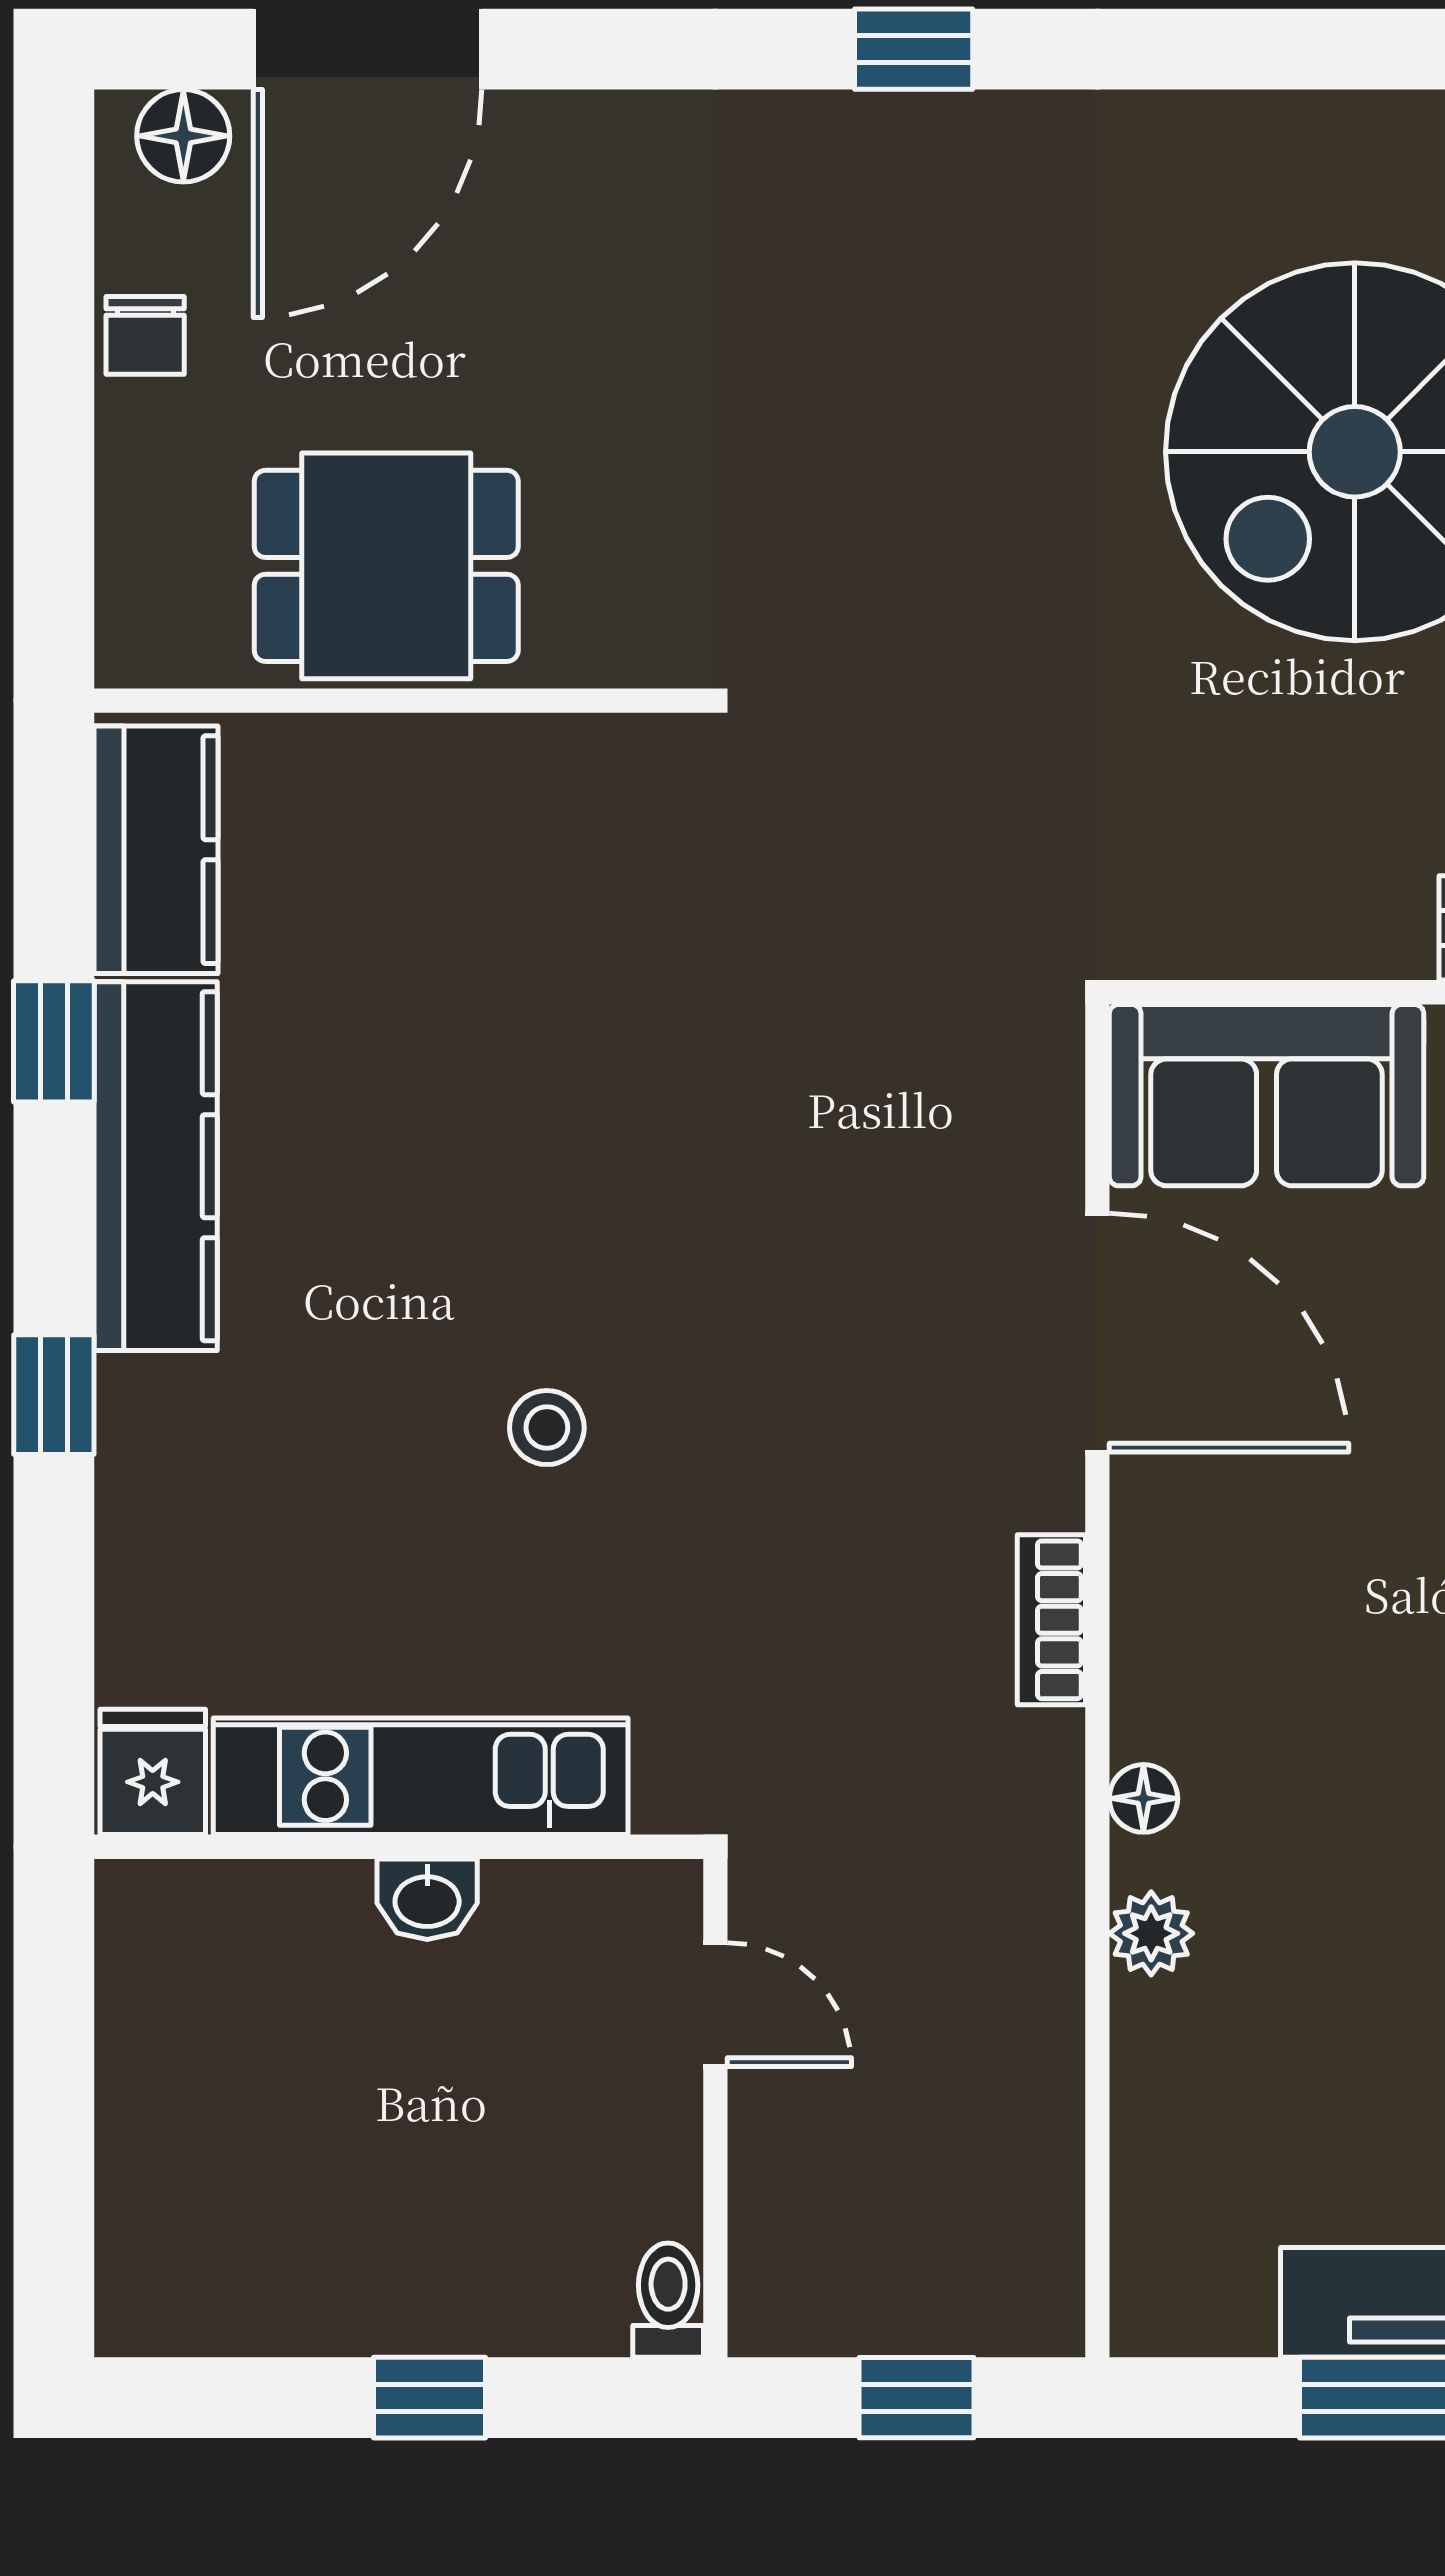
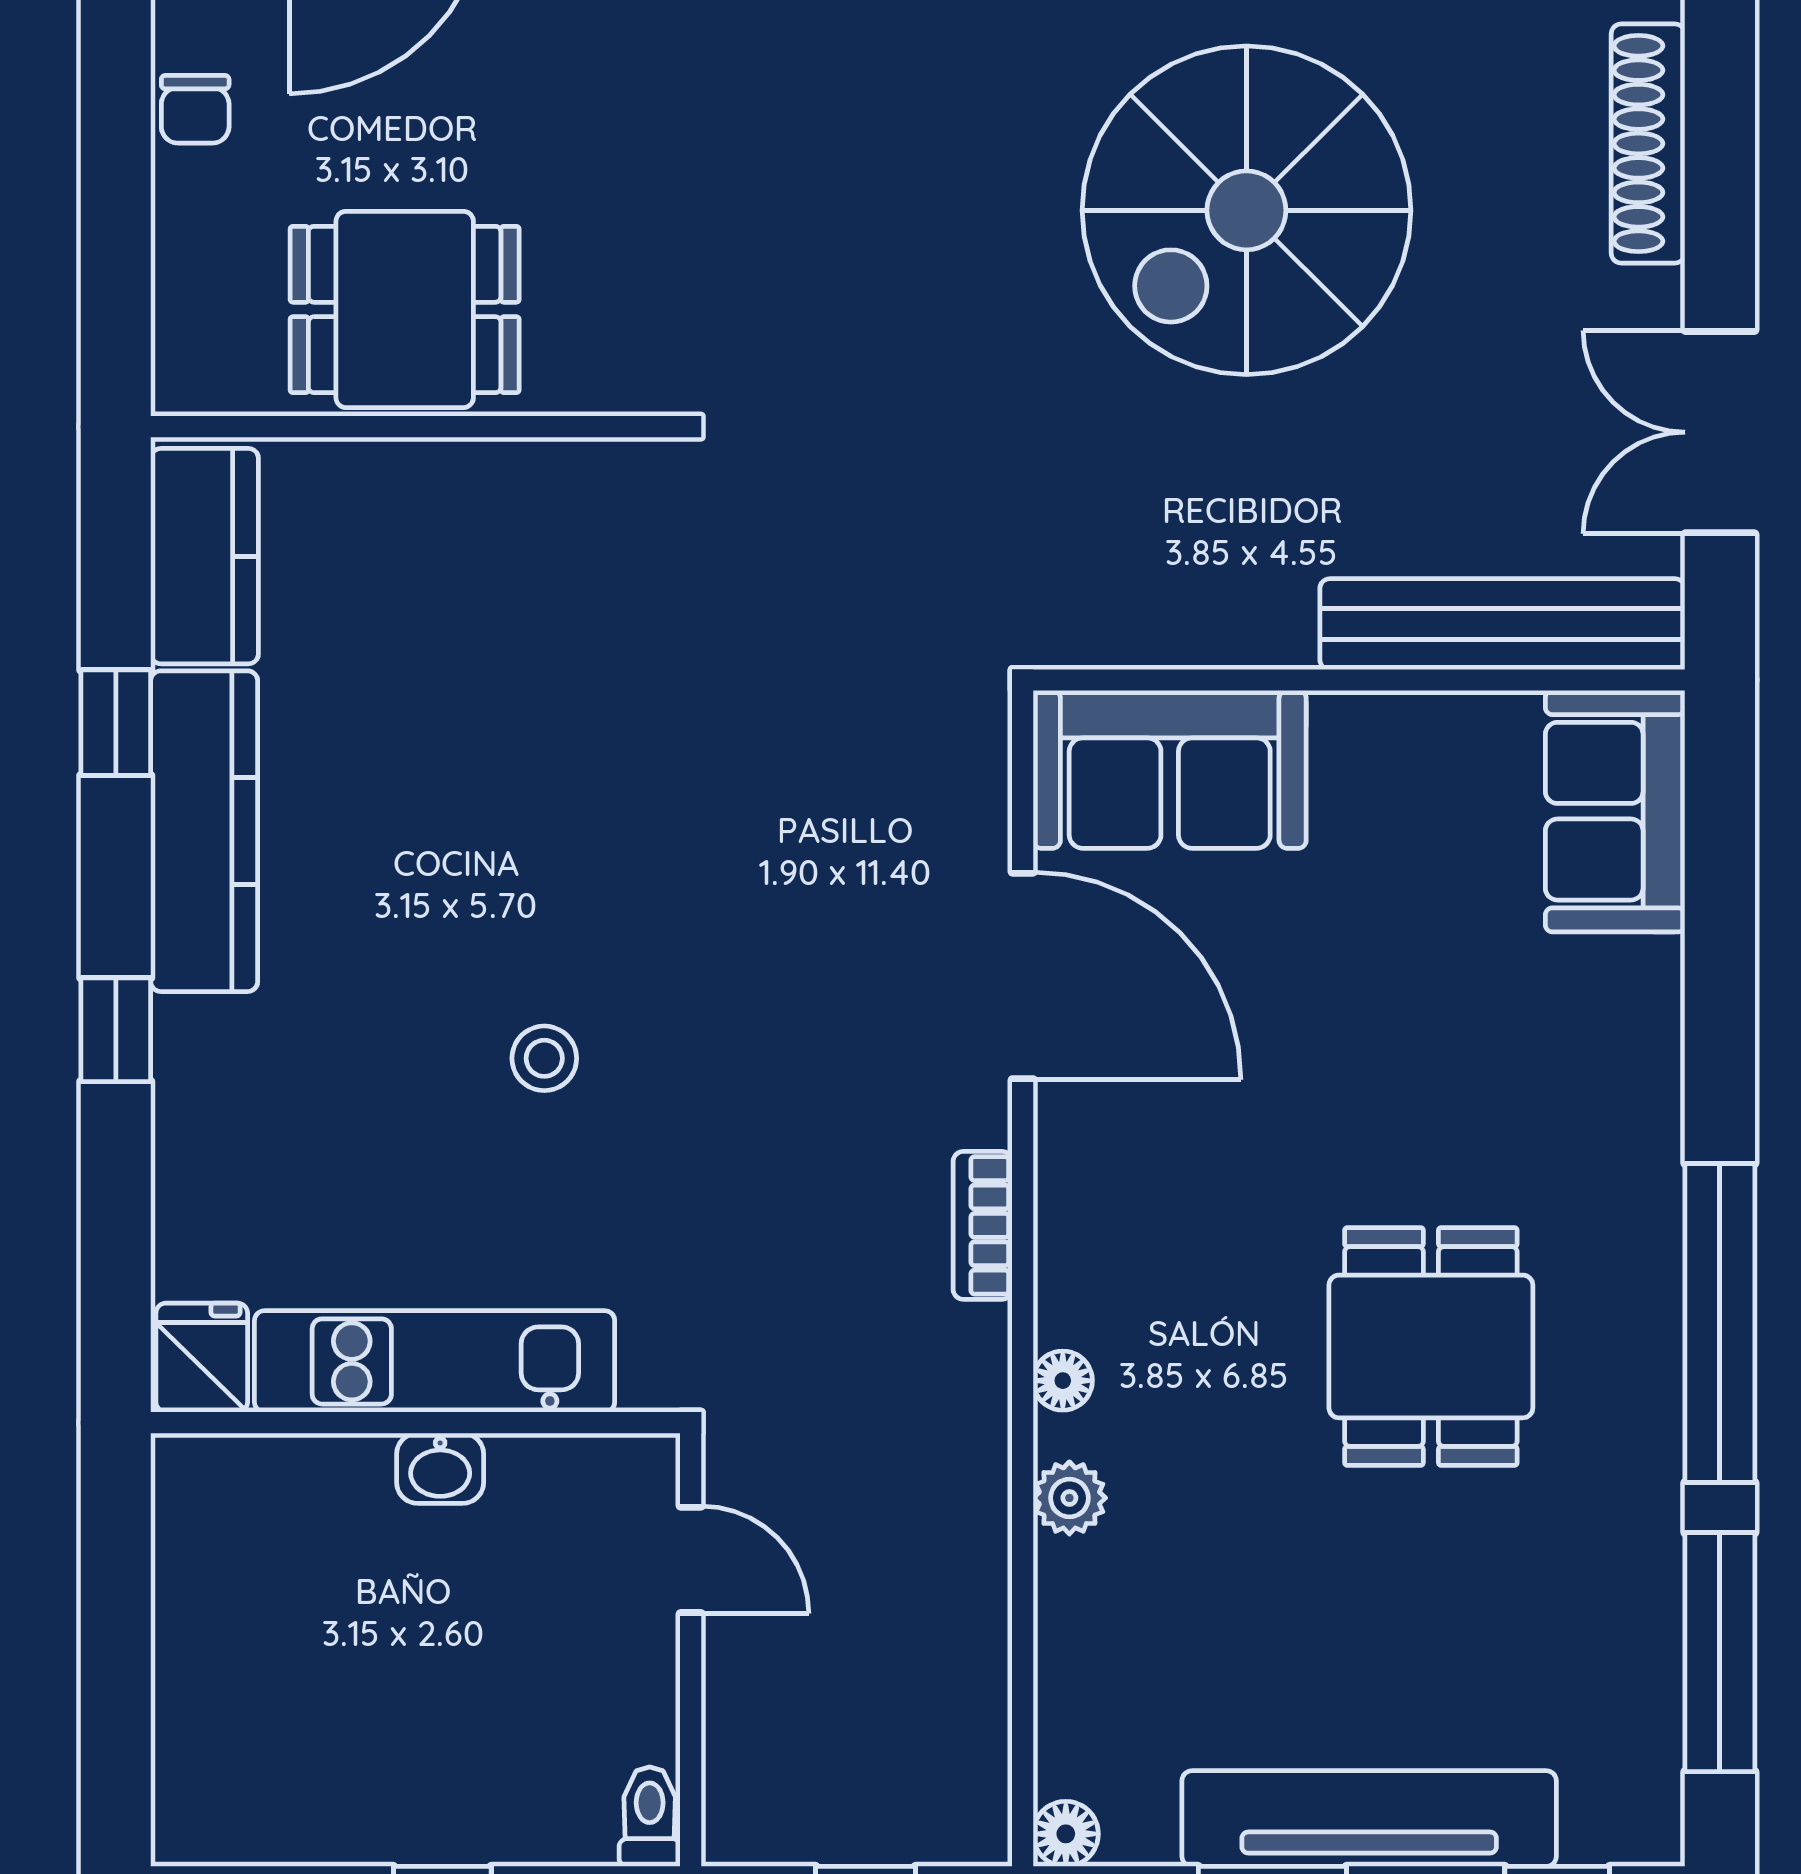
floor lamp: (1147, 2320) -> (1066, 1834), added

